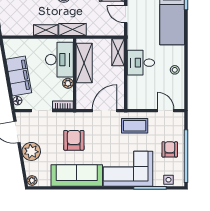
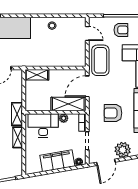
shelving: (84, 63) -> (68, 104), moved
desk: (141, 63) -> (46, 55), removed
door: (105, 111) -> (87, 86), hinge flipped
door: (166, 111) -> (87, 33), swing flipped
coffee table: (135, 126) -> (100, 60), width x1.36, depth x1.32
armchair: (170, 149) -> (121, 30), turned 180

